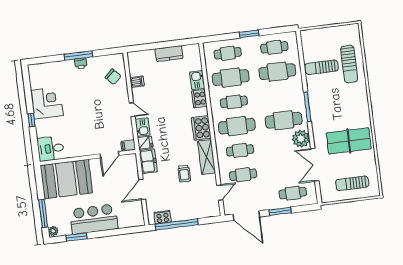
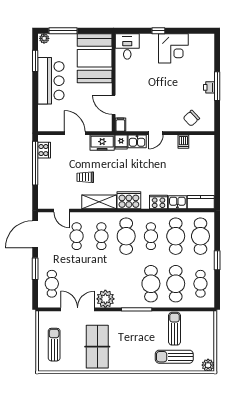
plant: (353, 30) -> (208, 365), added
cafe table: (228, 53) -> (200, 236), width x1.37, depth x1.35
kitchen counter: (169, 54) -> (201, 202), moved, turned 90
cafe table: (284, 120) -> (151, 284), moved

